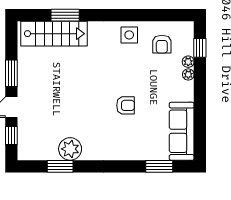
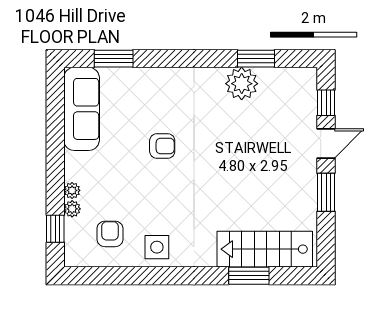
armchair: (125, 105) -> (162, 146), turned 180

